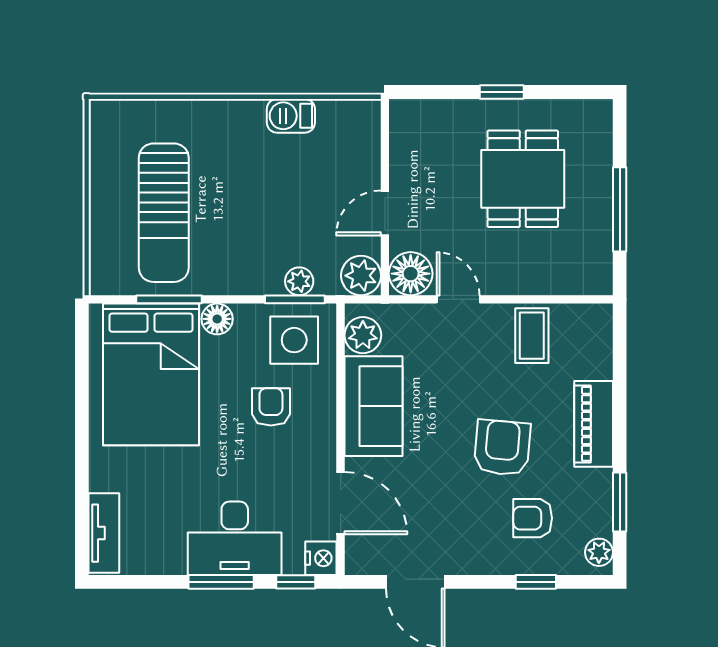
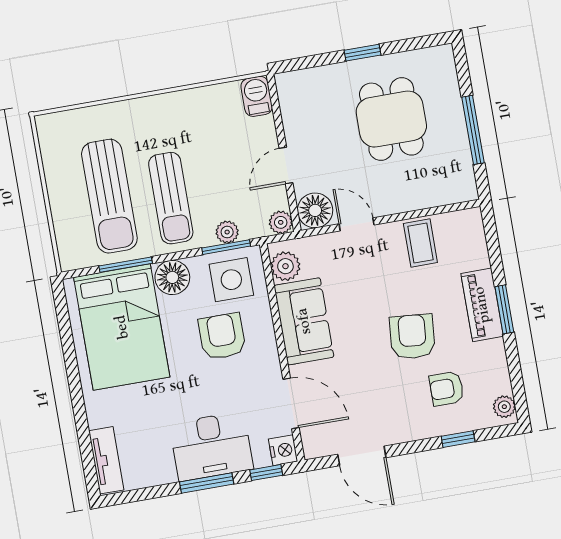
barbecue: (291, 116) -> (257, 96), moved, turned 90
sun lounger: (238, 228) -> (171, 198), added
plant: (361, 276) -> (281, 222), width x0.73, depth x0.73
floor lamp: (217, 319) -> (172, 277), width x1.38, depth x1.38
armchair: (271, 407) -> (222, 336), width x1.38, depth x1.38
window: (620, 502) -> (504, 309), moved

